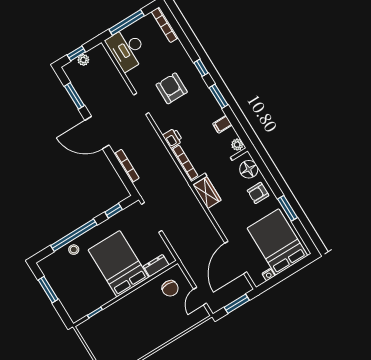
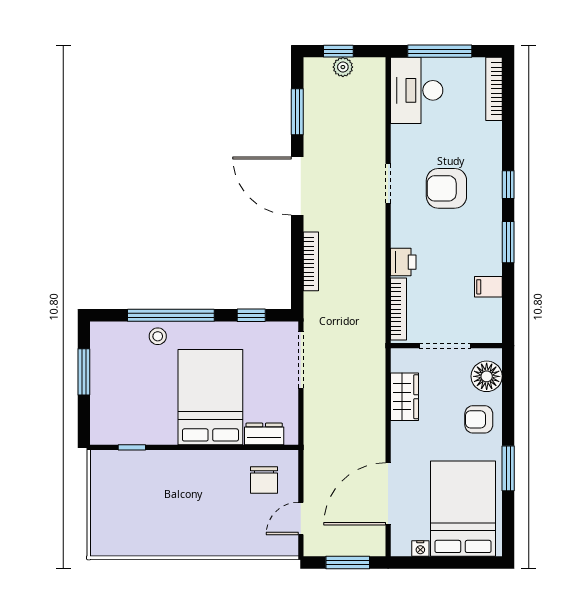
armchair: (172, 88) -> (446, 188), turned -90
plant: (237, 145) -> (492, 330), removed
wardrobe: (207, 193) -> (404, 397), moved

